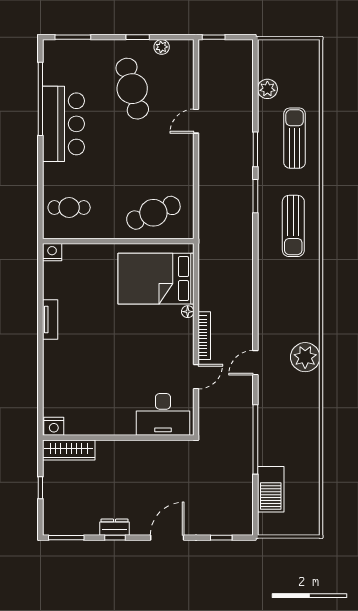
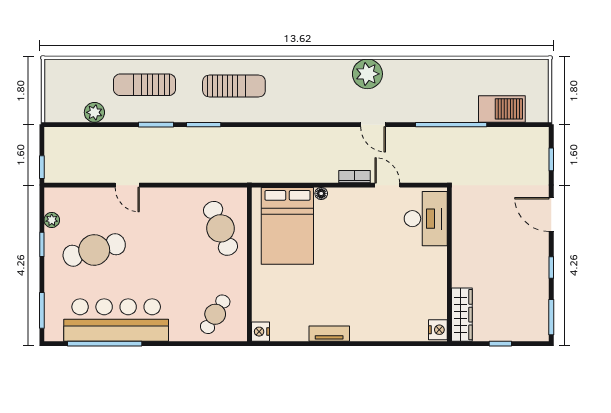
bar counter: (63, 124) -> (116, 320), width x1.36
cafe table: (69, 208) -> (215, 314), turned 31
bookcase: (204, 336) -> (354, 177), width x0.64
dresser: (115, 527) -> (541, 268), removed

